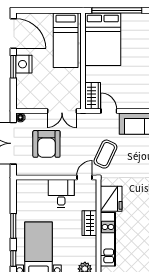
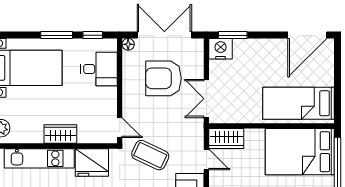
nightstand: (24, 64) -> (221, 49), moved
window: (13, 67) -> (233, 35), moved
door: (109, 111) -> (206, 160), hinge flipped
floor lamp: (20, 117) -> (128, 44), moved
desk: (61, 193) -> (99, 69), moved
window: (13, 259) -> (93, 35), moved

